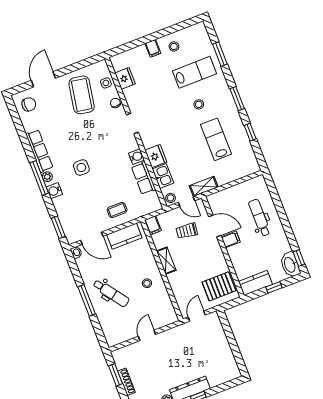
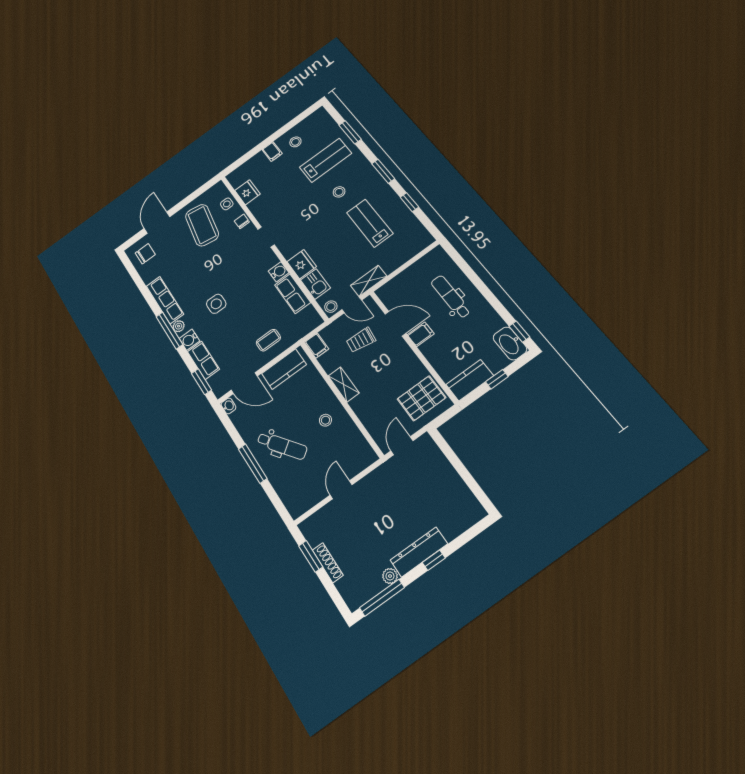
row of seats: (63, 211) -> (203, 360), added

